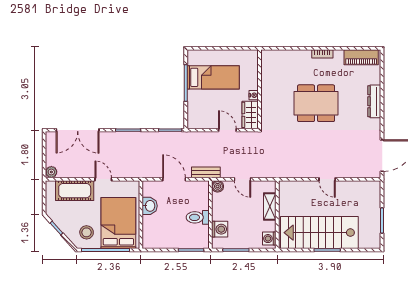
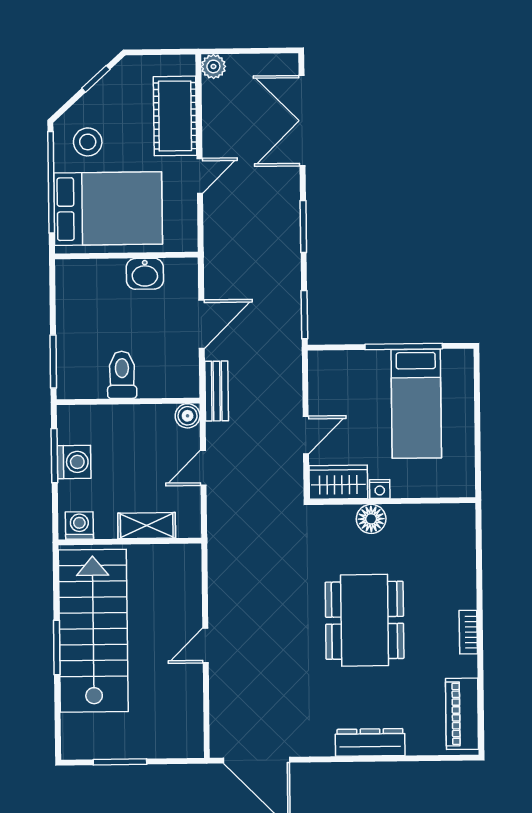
floor lamp: (268, 100) -> (371, 519), added
washing machine: (220, 229) -> (74, 462), moved, turned -90

